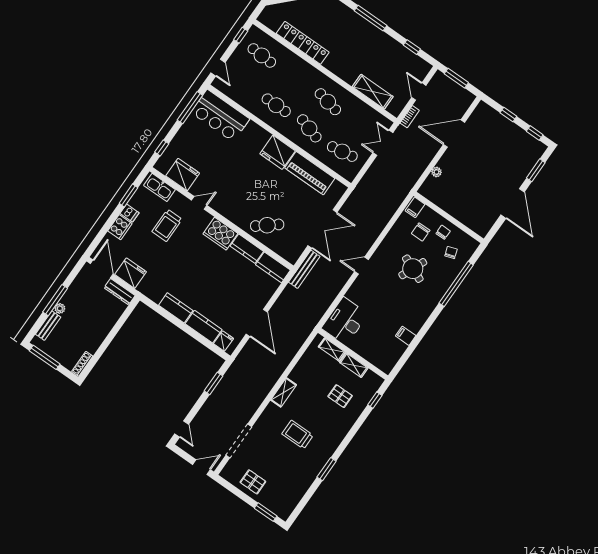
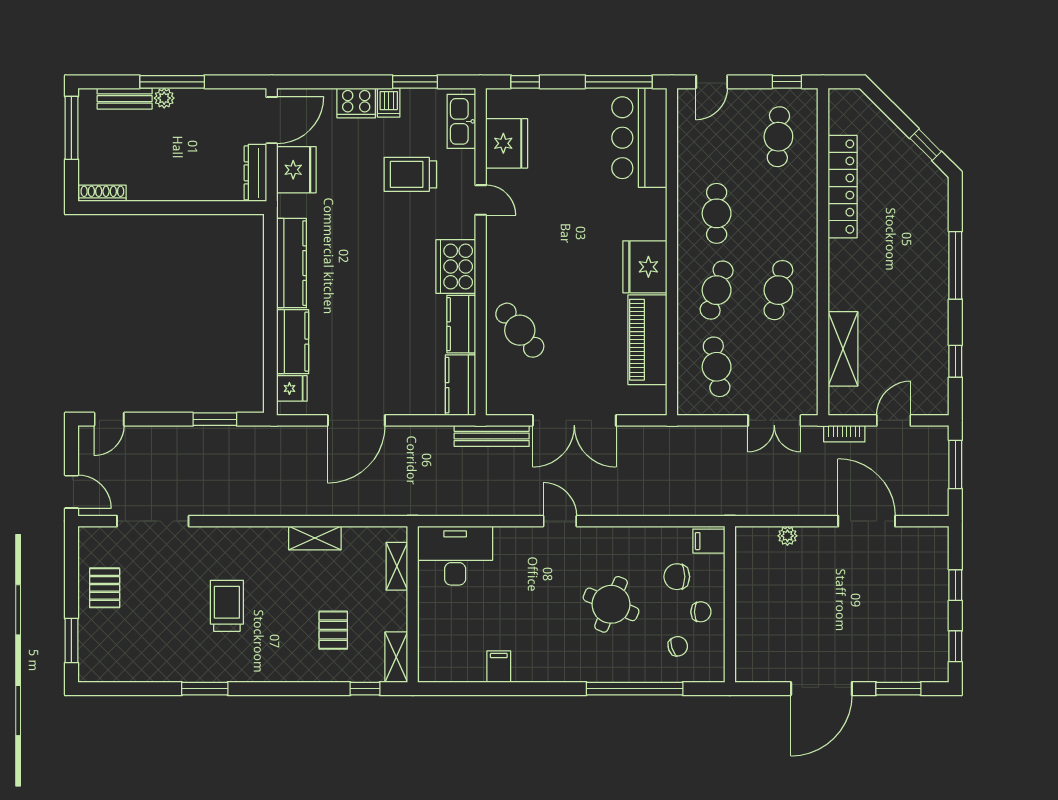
double door: (383, 143) -> (774, 420), swing flipped
kitchen counter: (176, 308) -> (292, 263), width x1.50
shelving: (354, 365) -> (396, 657), moved
shelving: (284, 392) -> (315, 538), moved

